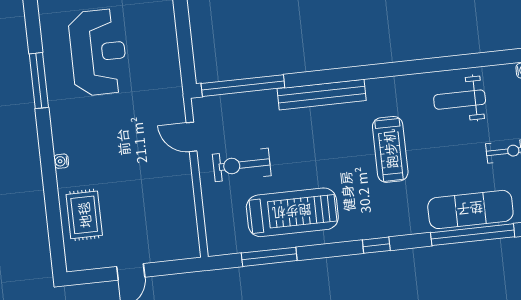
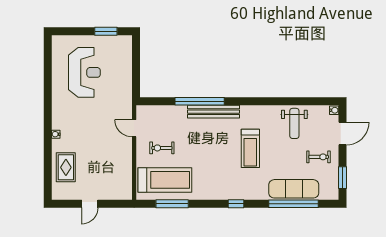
window: (39, 81) -> (48, 85), removed
window: (243, 86) -> (200, 101), moved
weight bench: (460, 100) -> (294, 123), turned -90
exercise bike: (242, 165) -> (162, 148), width x0.73, depth x0.72
treadmill: (292, 212) -> (165, 180), moved

